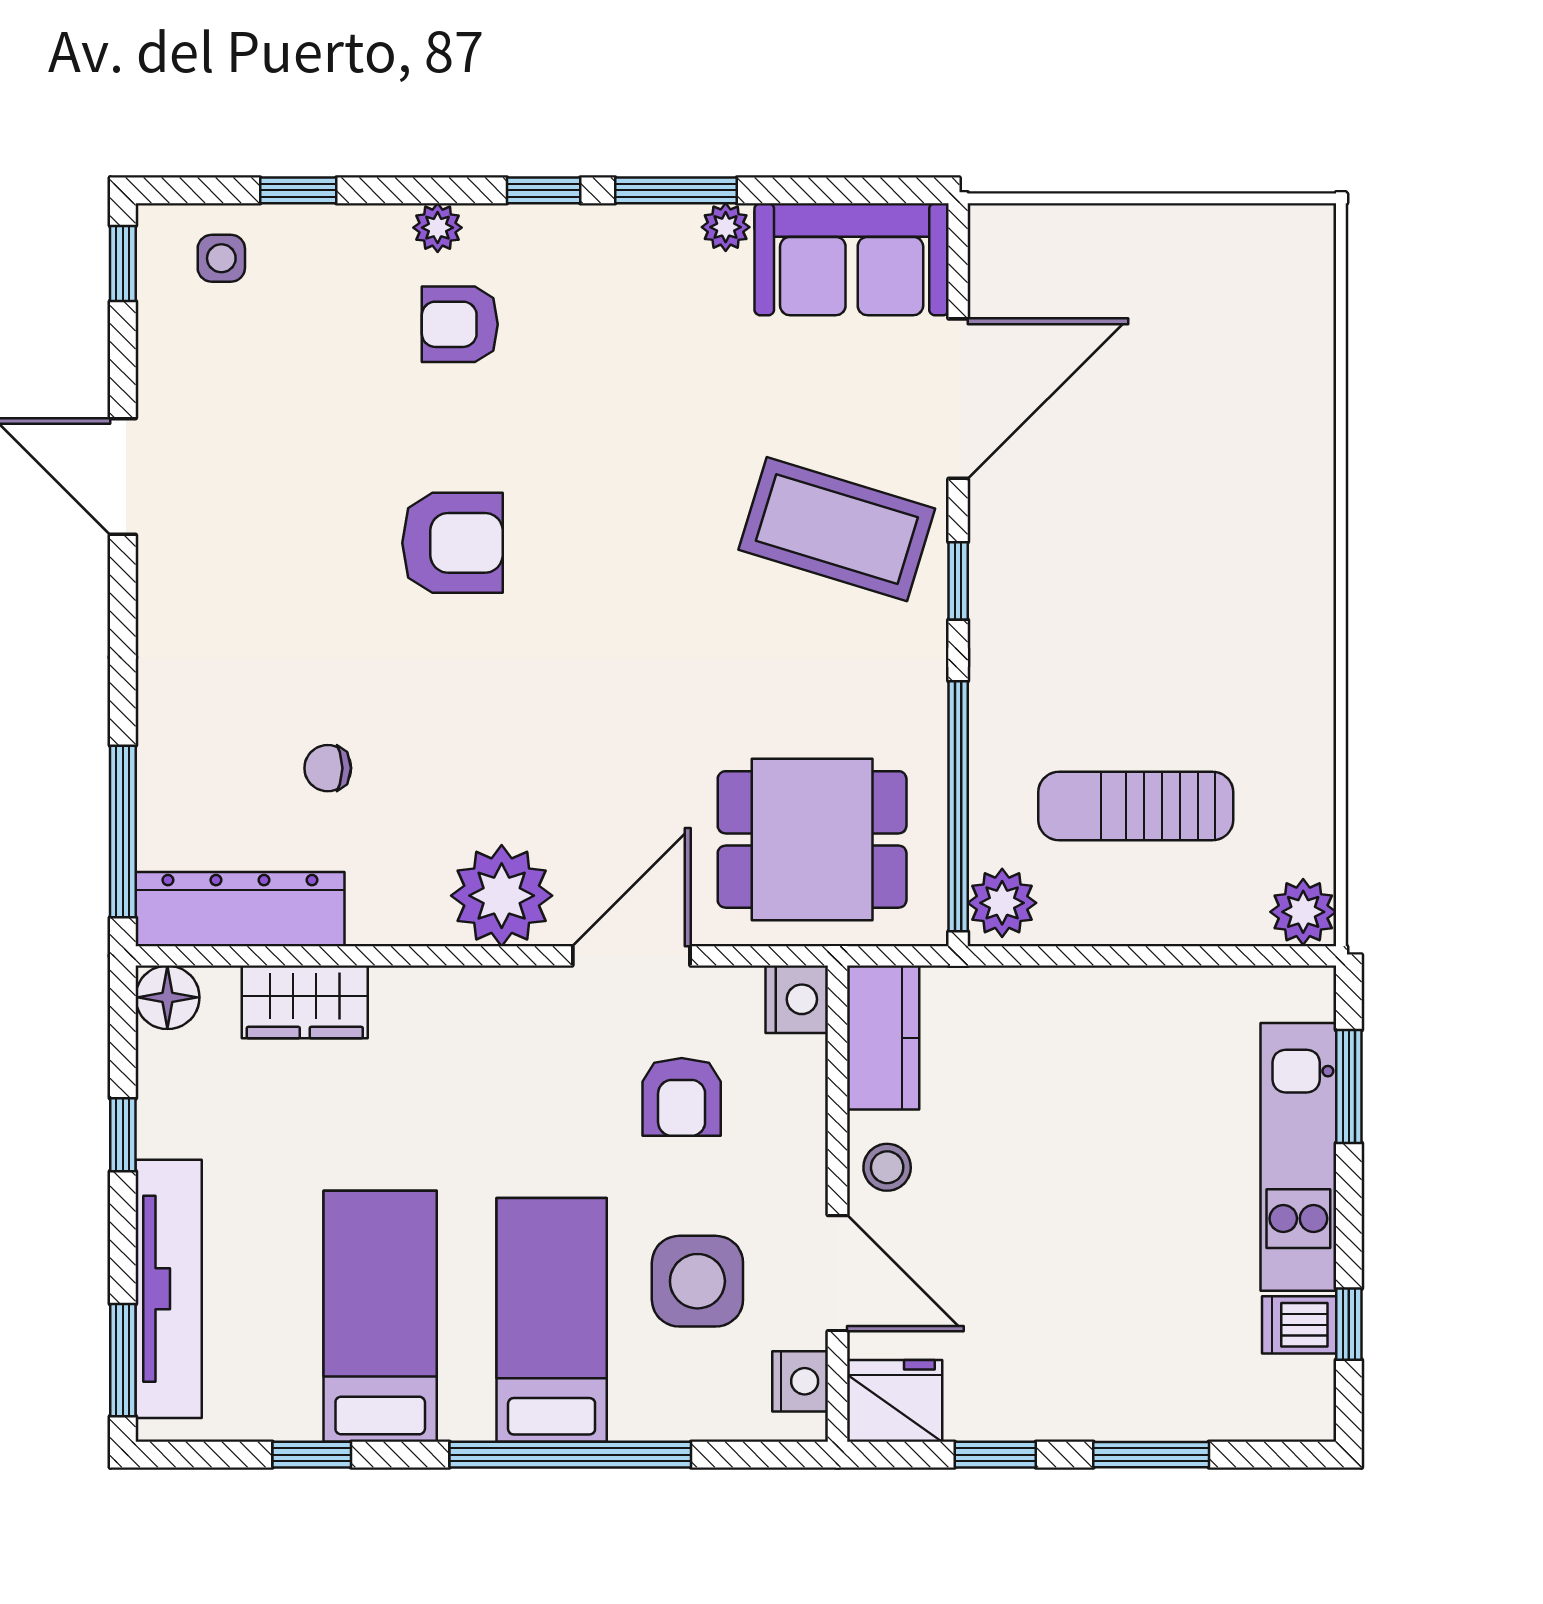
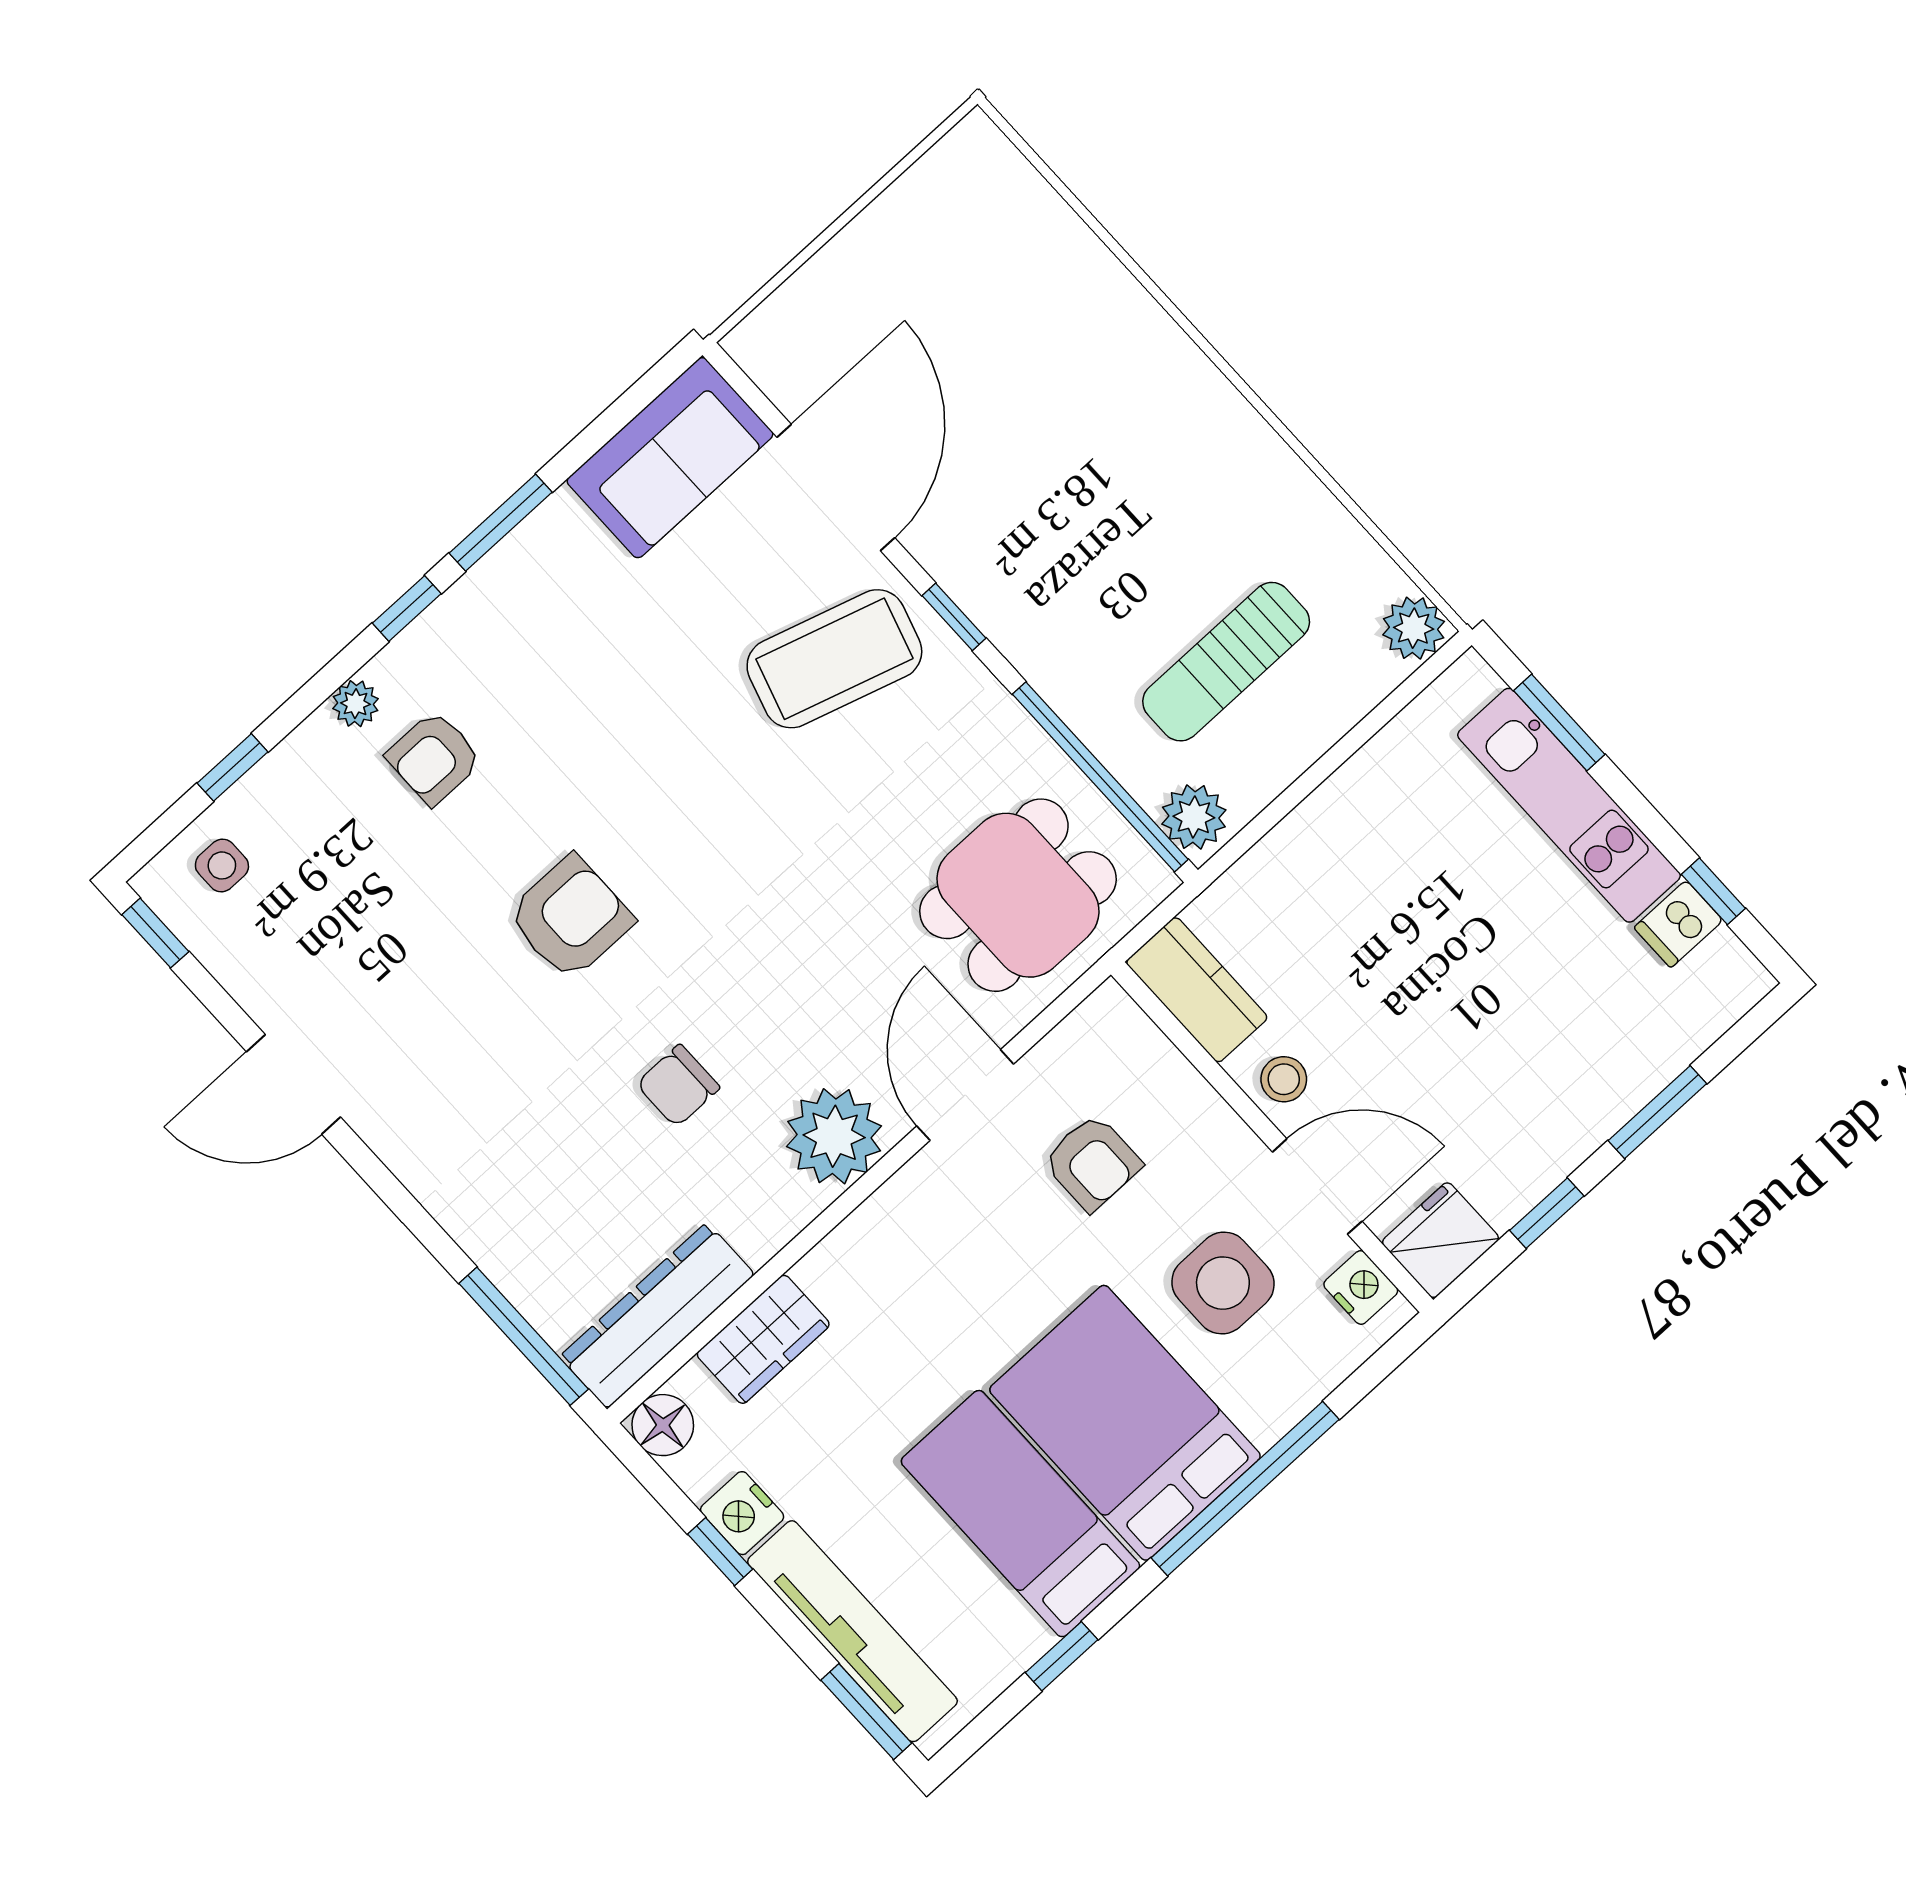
plant: (726, 227) -> (560, 517), removed
chair: (328, 768) -> (678, 1086), moved, width x1.37, depth x1.37
nightstand: (797, 999) -> (742, 1513), moved, turned 180
bed: (552, 1320) -> (1125, 1423), width x1.50

